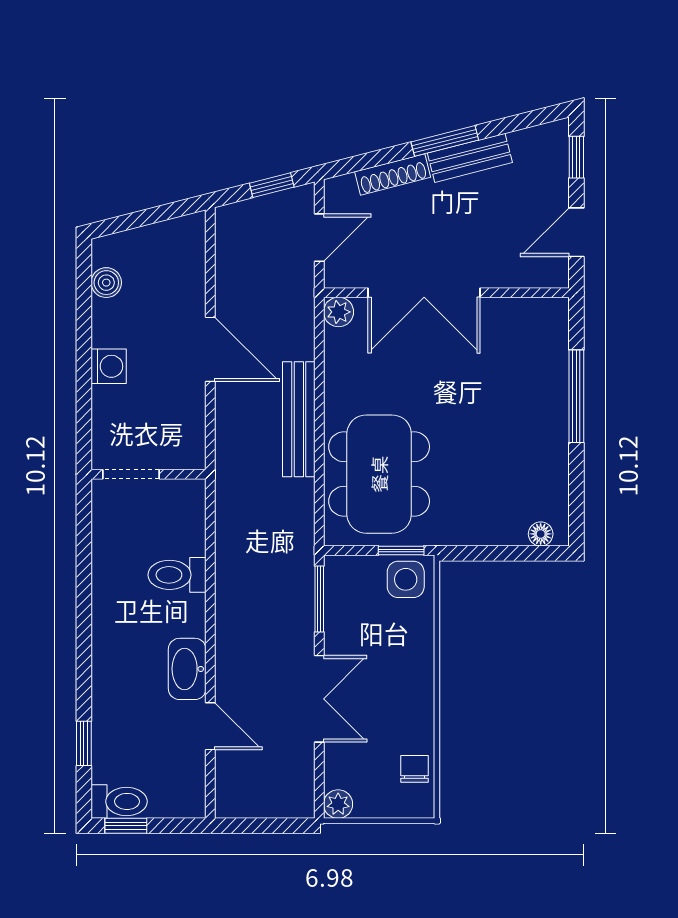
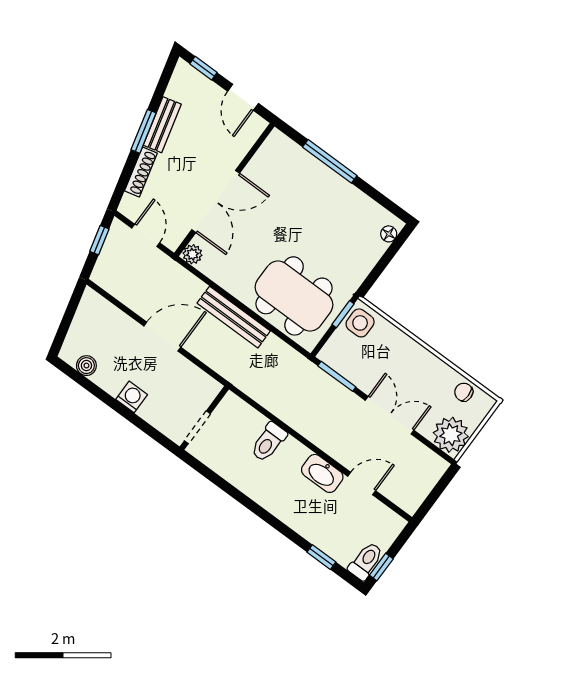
plant: (338, 804) -> (451, 435), width x1.88, depth x1.88

